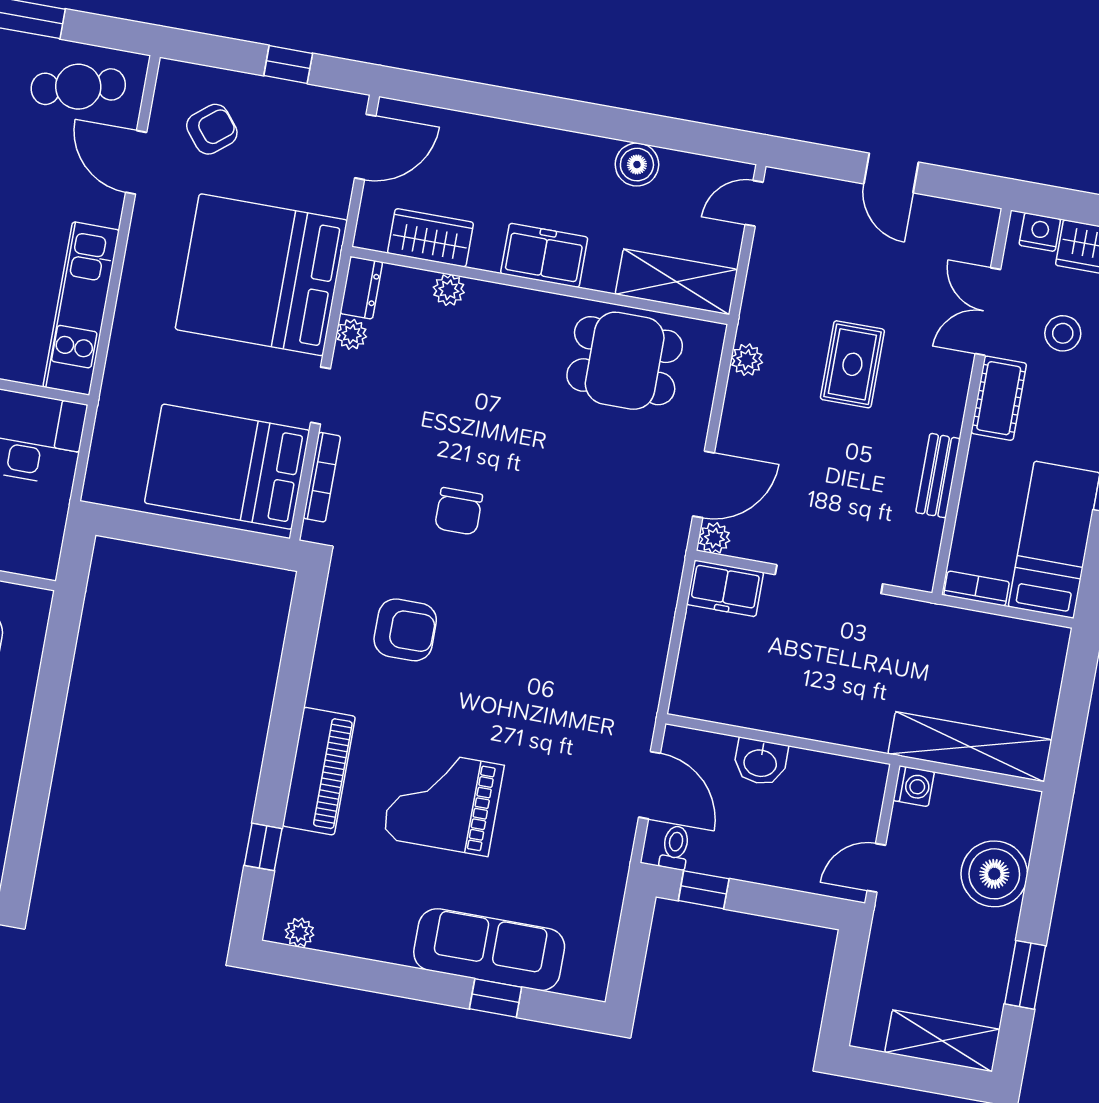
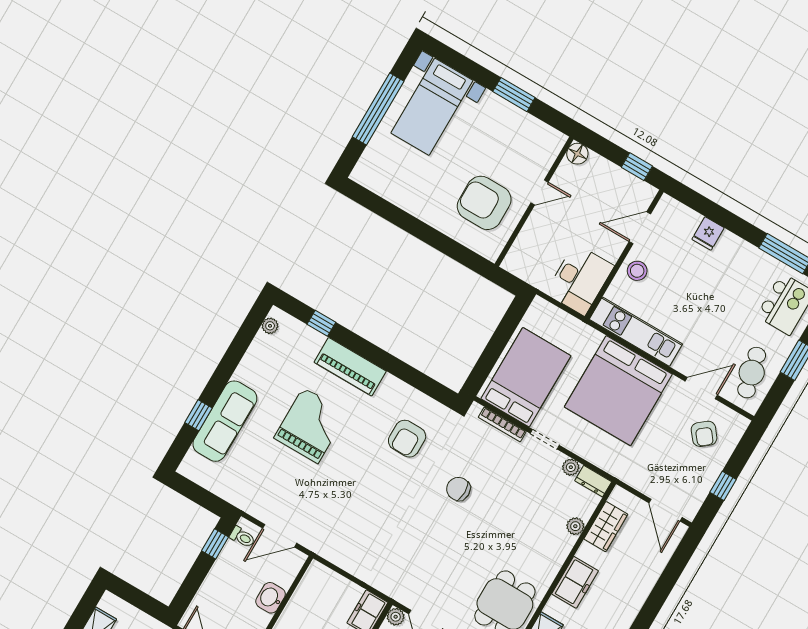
bed: (261, 275) -> (618, 391), moved, turned 180

